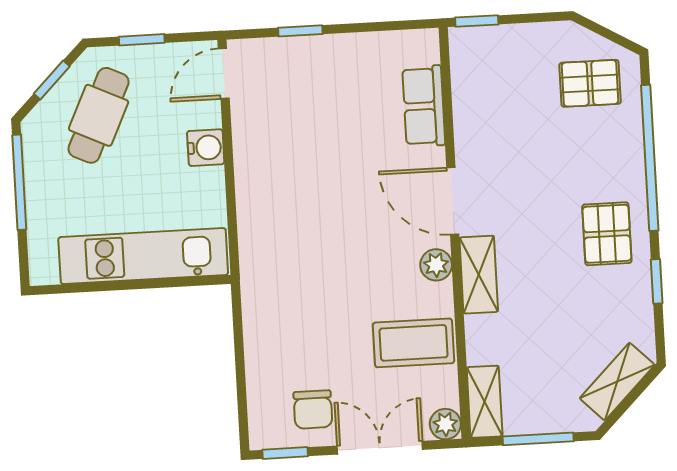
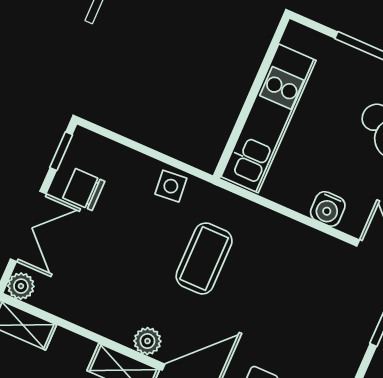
side table: (264, 321) -> (171, 186), added
coffee table: (414, 343) -> (204, 258), moved

